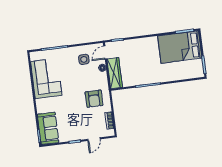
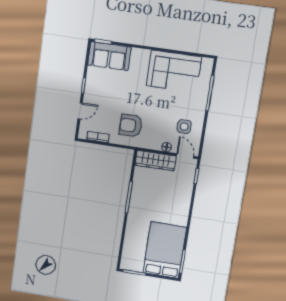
door: (94, 139) -> (80, 111), swing flipped

